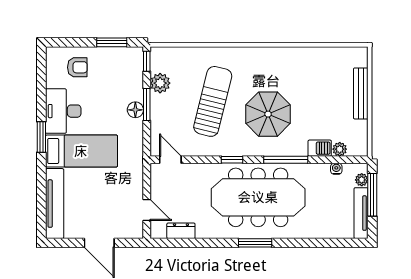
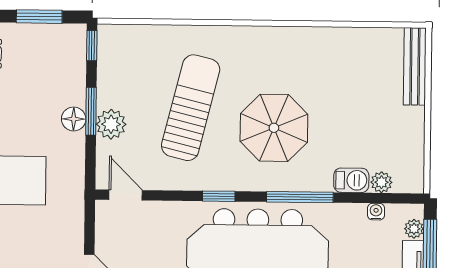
plant: (160, 83) -> (111, 124), moved
bench: (361, 93) -> (415, 66), moved

